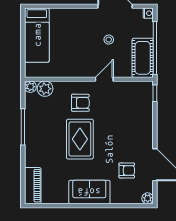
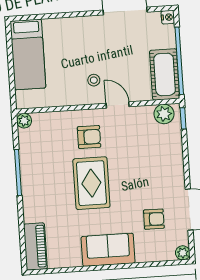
stool: (109, 40) -> (94, 80), moved
door: (104, 79) -> (118, 105), hinge flipped
plant: (45, 89) -> (164, 114), moved

